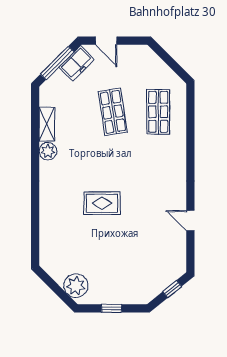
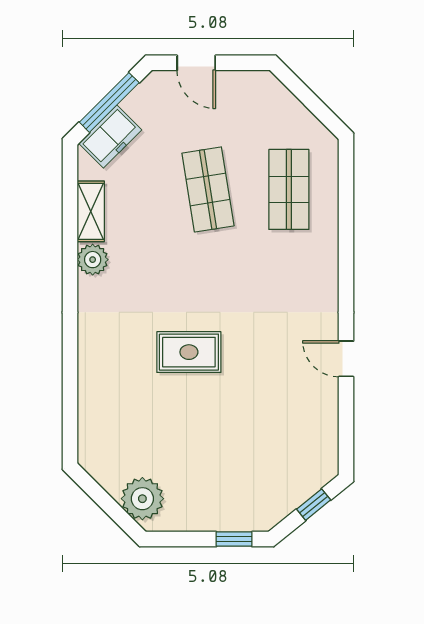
freezer: (77, 63) -> (110, 137), moved
door: (190, 221) -> (346, 359), moved
window: (112, 308) -> (234, 539), moved

